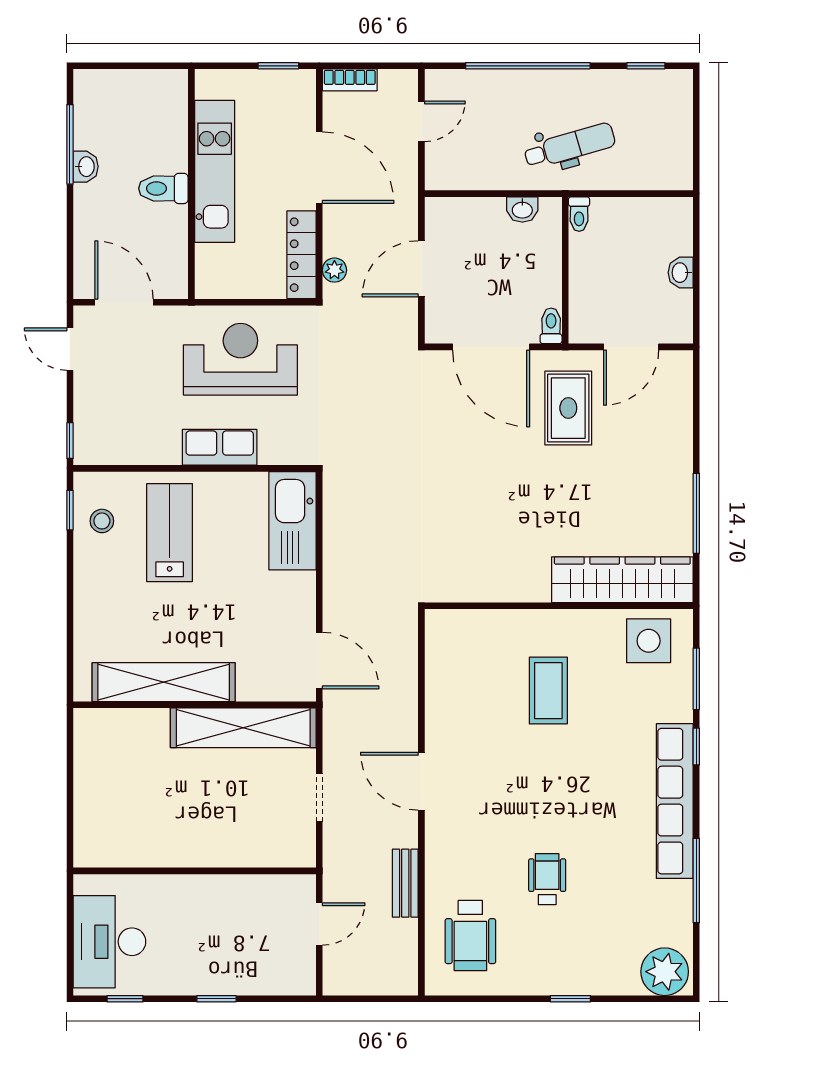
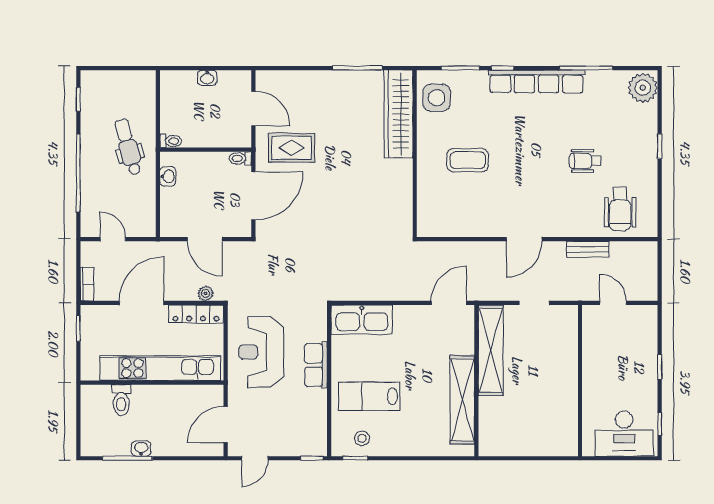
kitchen unit: (215, 171) -> (160, 368), width x1.36
toilet: (163, 188) -> (121, 400), moved
wheelchair: (470, 935) -> (620, 209), turned 90

